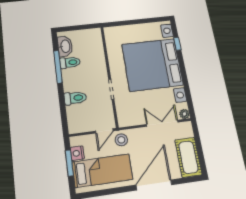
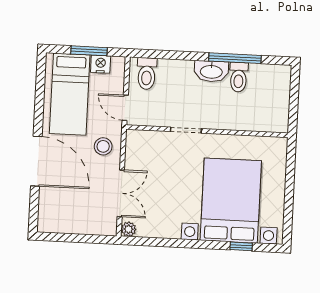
washbasin: (65, 46) -> (211, 71), moved
bed with nightstands: (152, 65) -> (231, 201), width x0.73
toilet: (75, 98) -> (147, 74), moved
stool: (121, 140) -> (103, 146), moved
cot: (188, 157) -> (65, 219), removed

